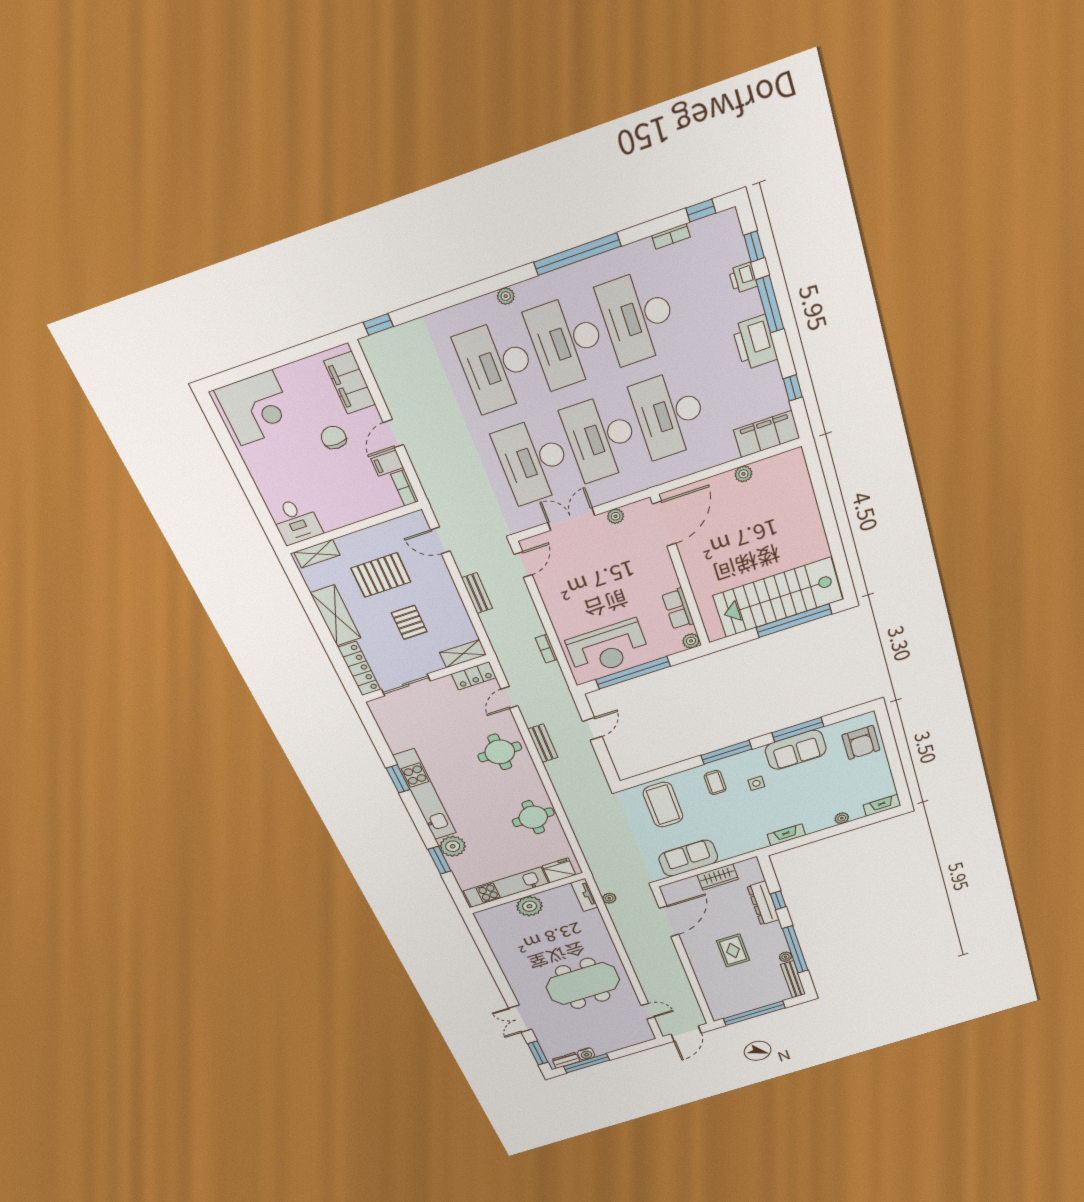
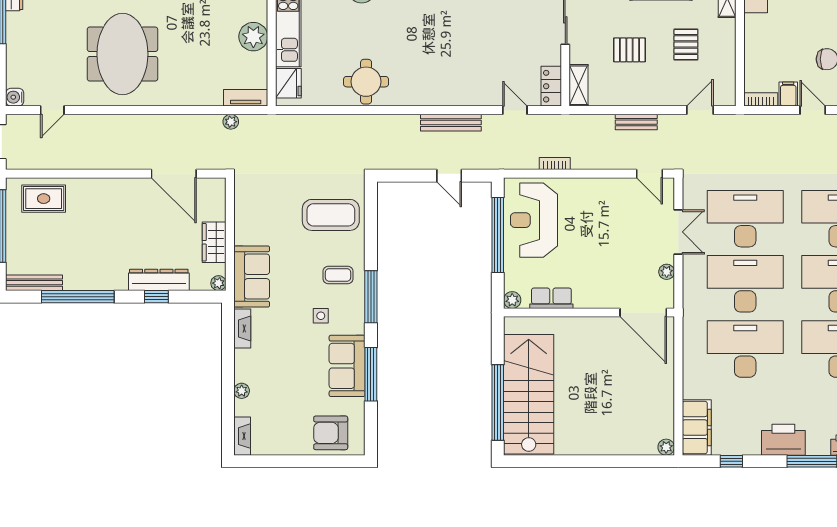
plant: (743, 474) -> (666, 447), moved
pallet: (381, 575) -> (686, 45), width x0.67, depth x0.71
bench: (543, 743) -> (451, 123), width x1.36
round table: (500, 752) -> (457, 78), removed
sofa: (688, 858) -> (252, 277), moved
rug: (733, 951) -> (44, 199), moved
plant: (785, 957) -> (218, 283), moved
water cooler: (586, 1054) -> (15, 97), moved

